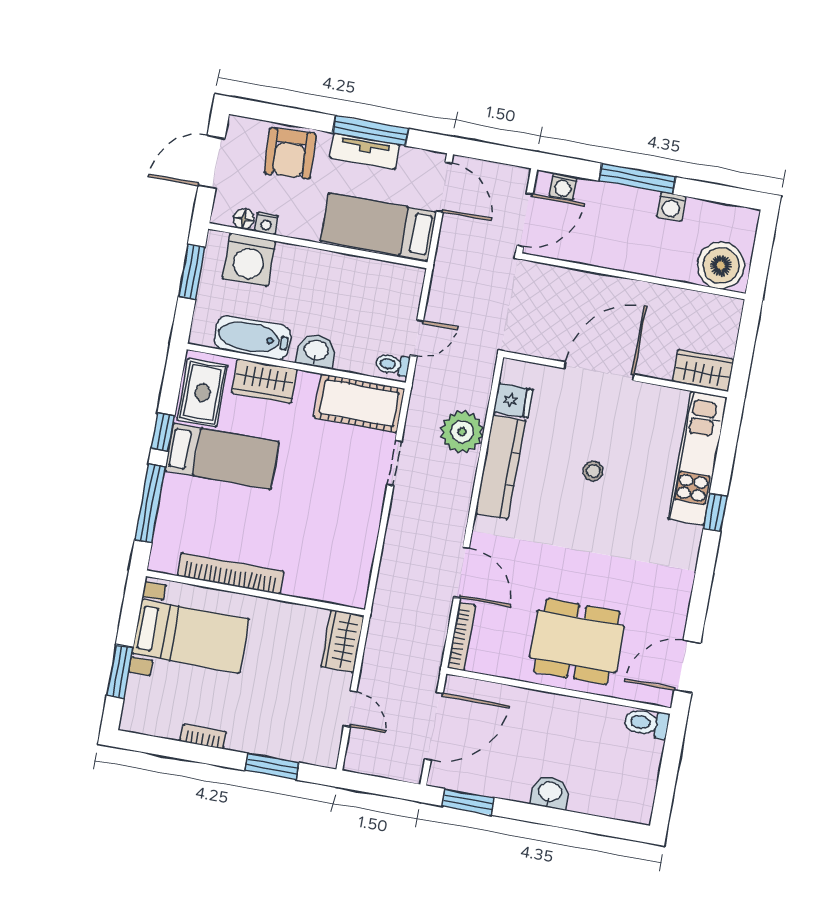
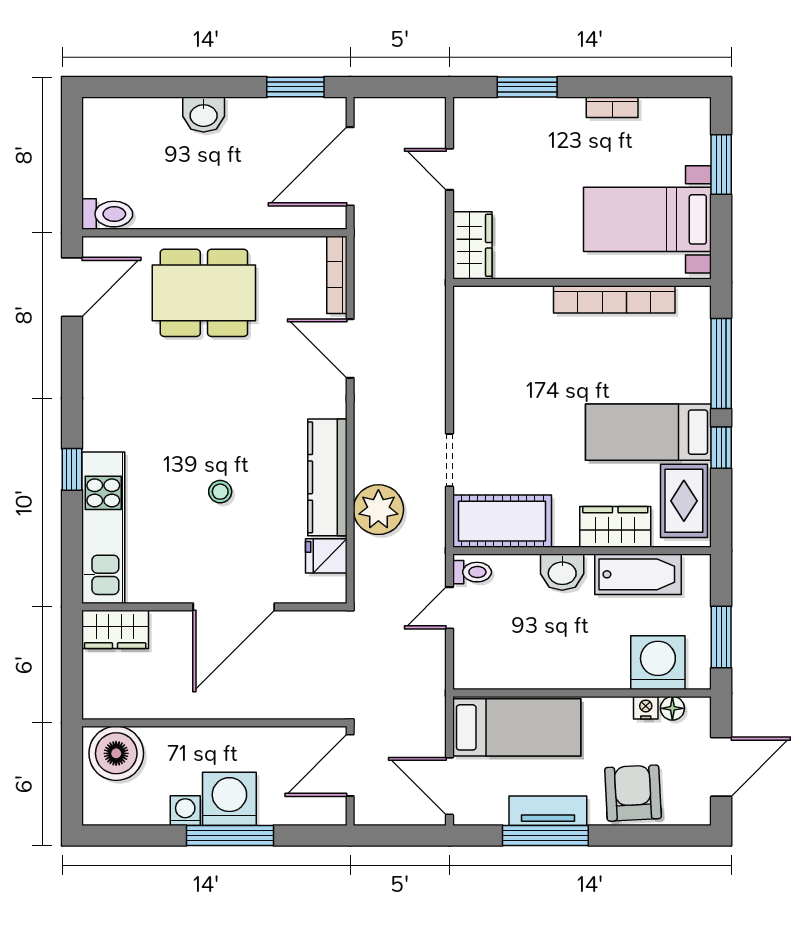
washing machine: (563, 186) -> (229, 799), moved, width x1.89, depth x1.89

